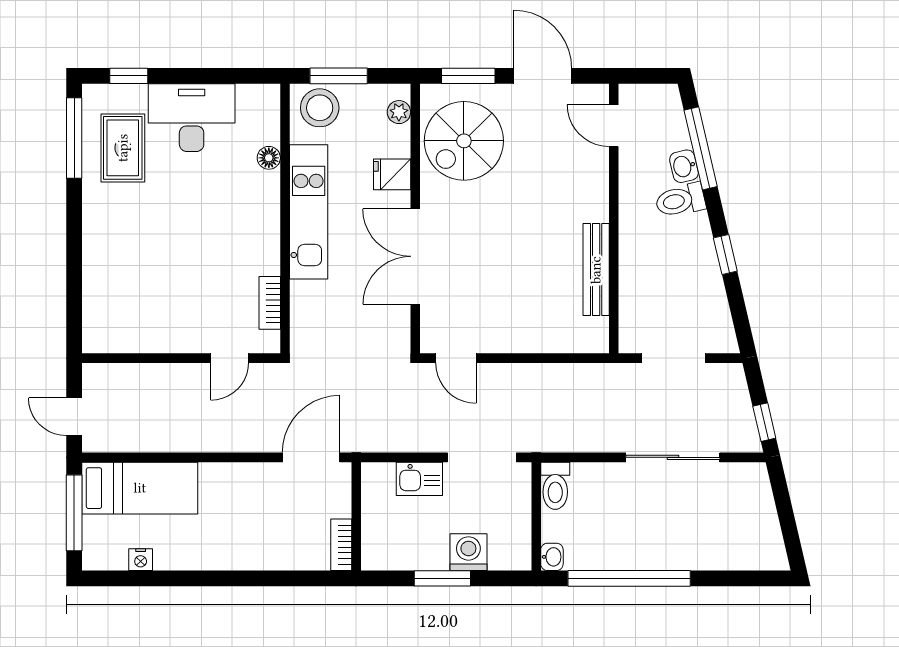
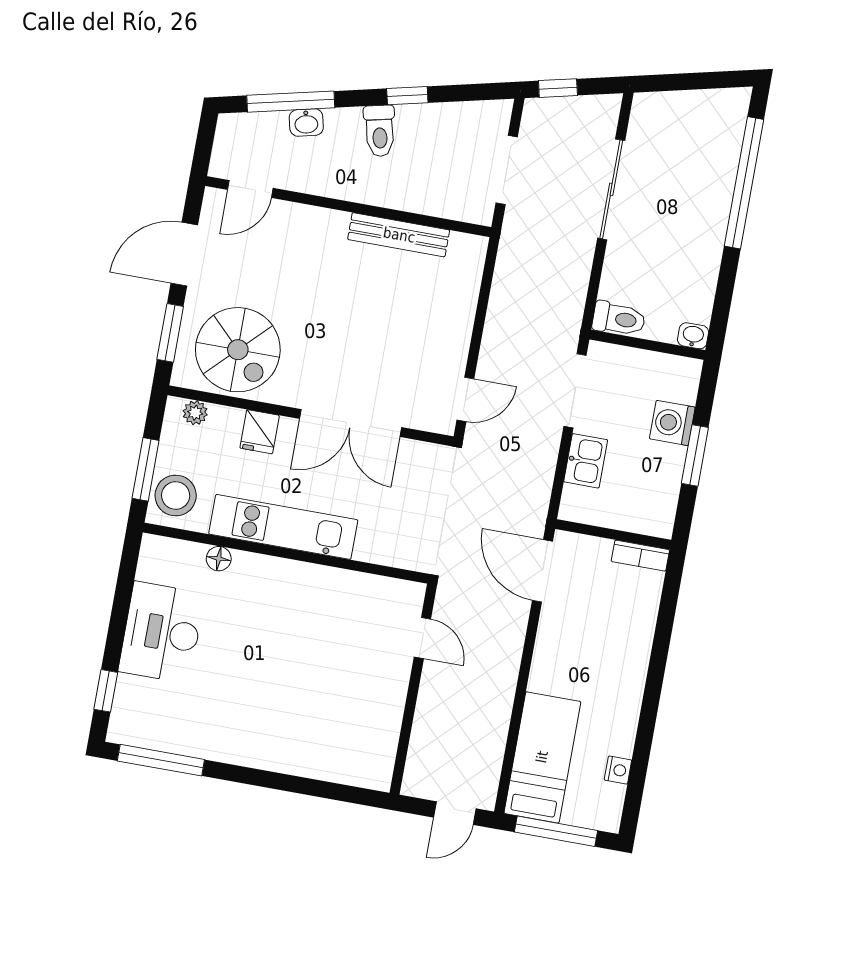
rug: (123, 148) -> (181, 711), removed
toilet: (680, 200) -> (380, 131), moved
bookcase: (270, 303) -> (372, 585), removed
window: (764, 422) -> (558, 88), moved
window: (629, 578) -> (744, 183), moved

